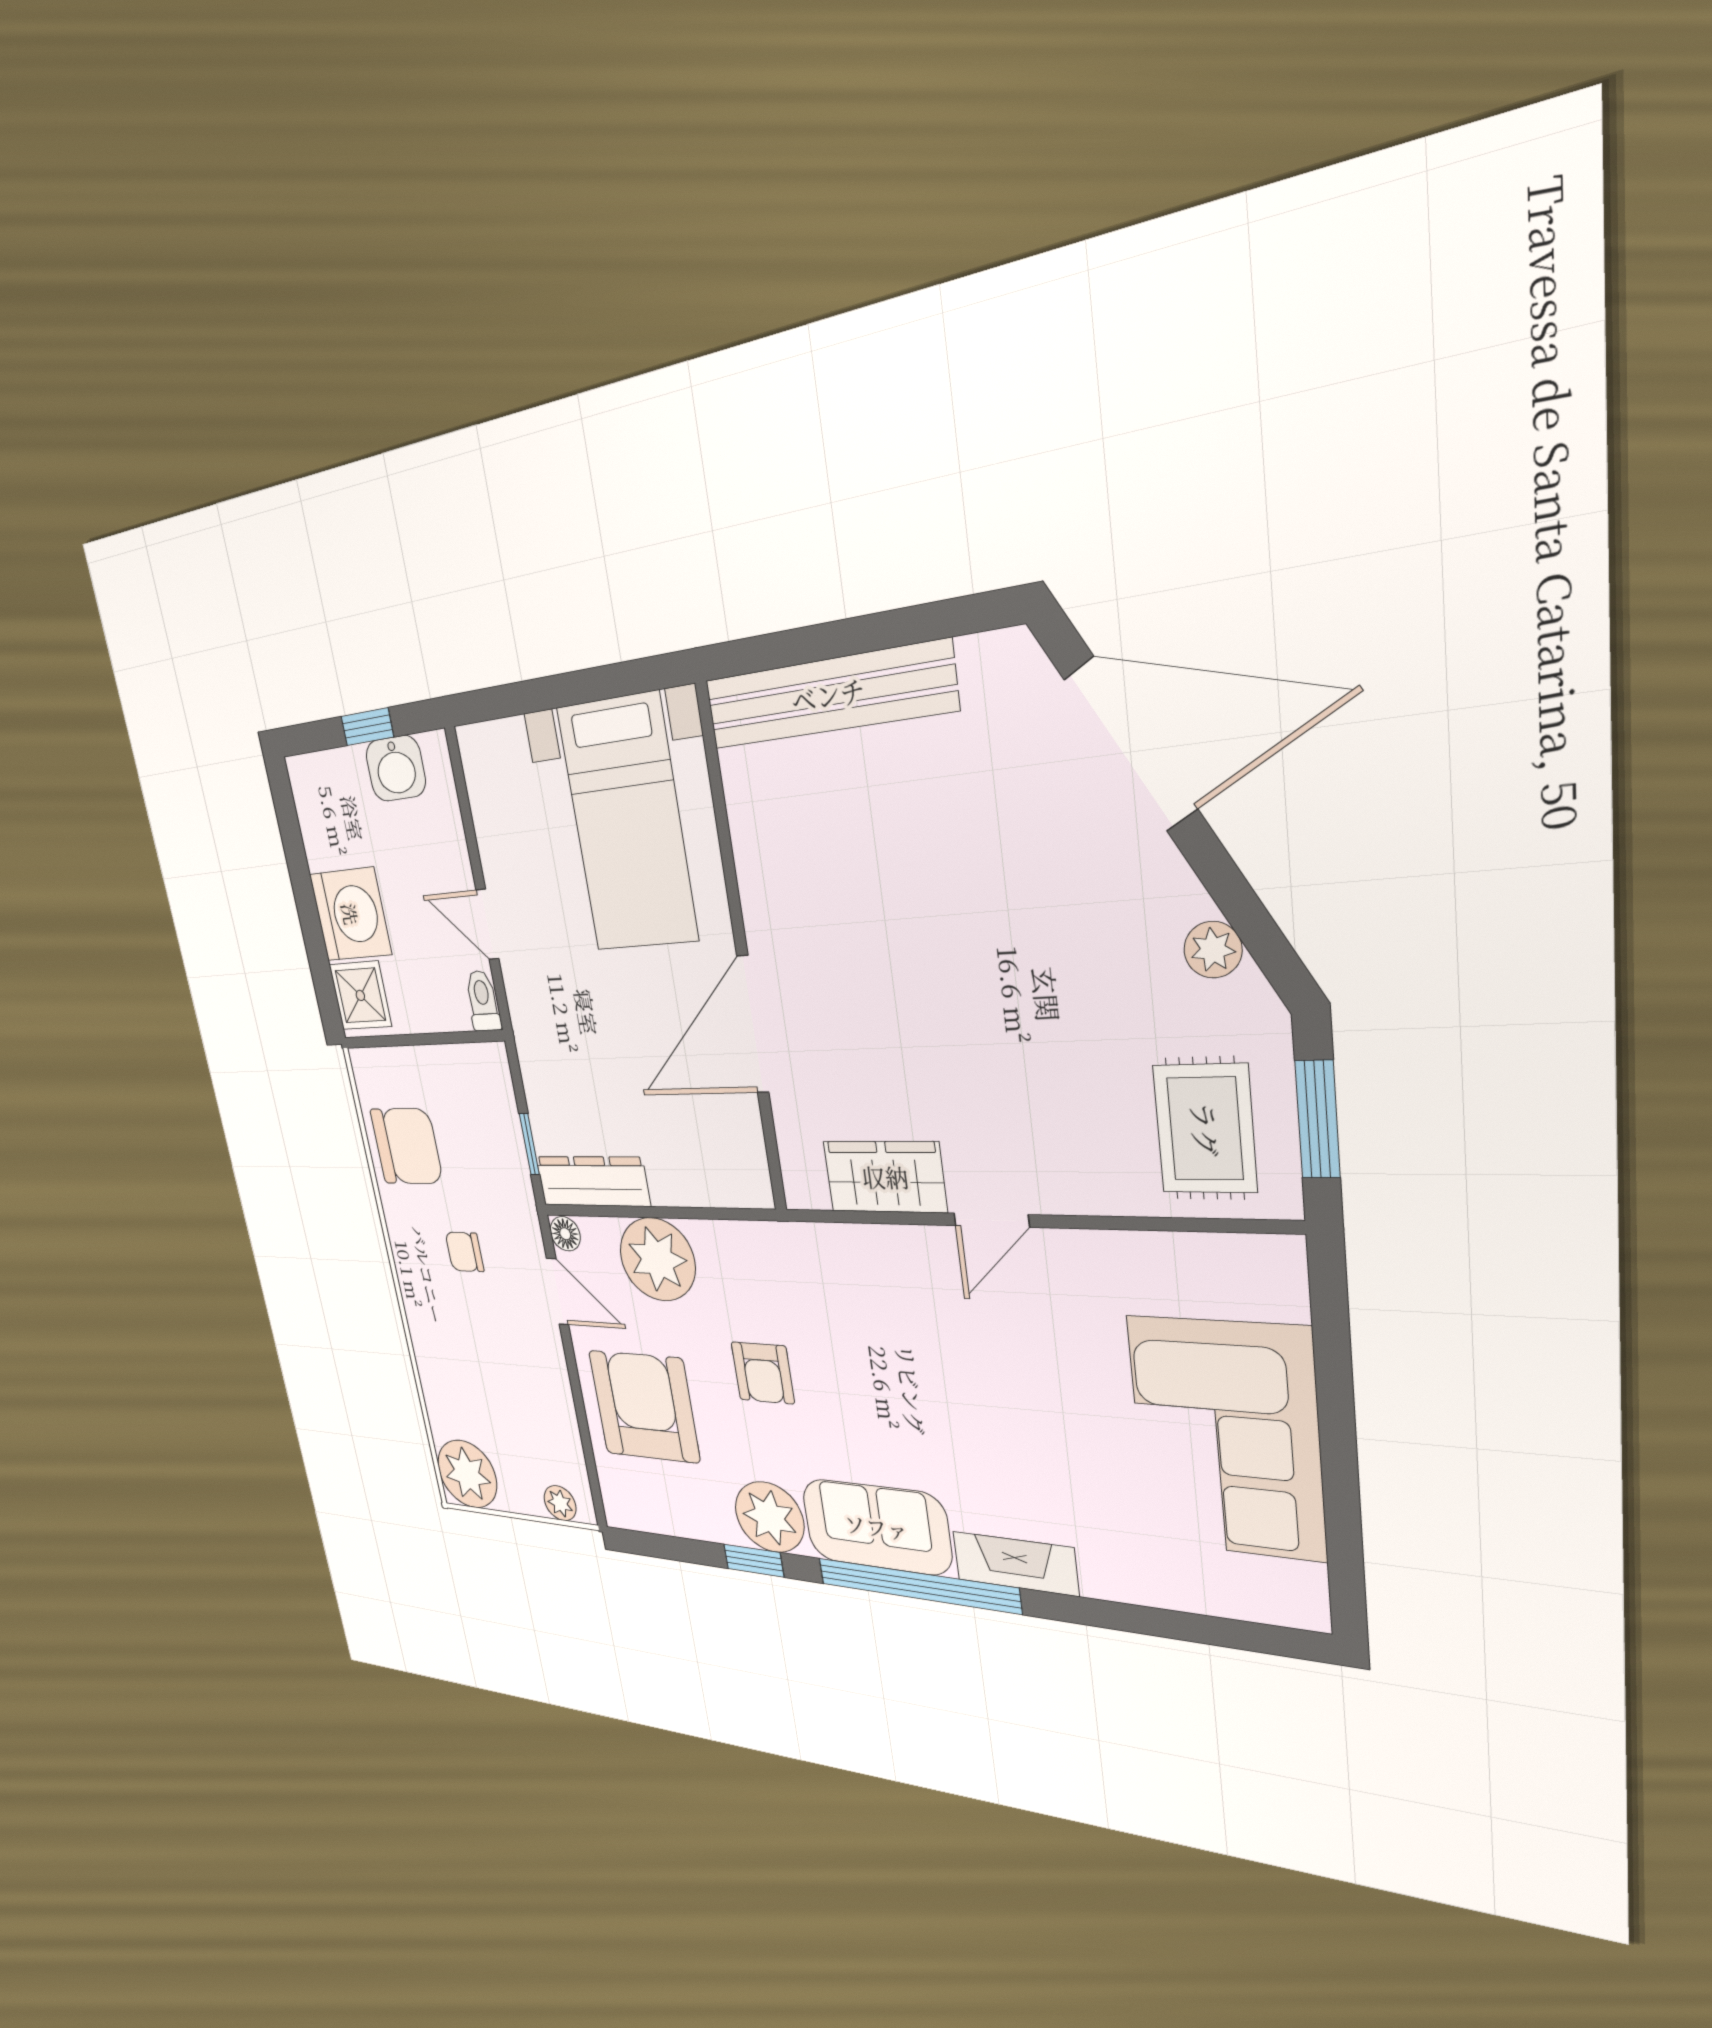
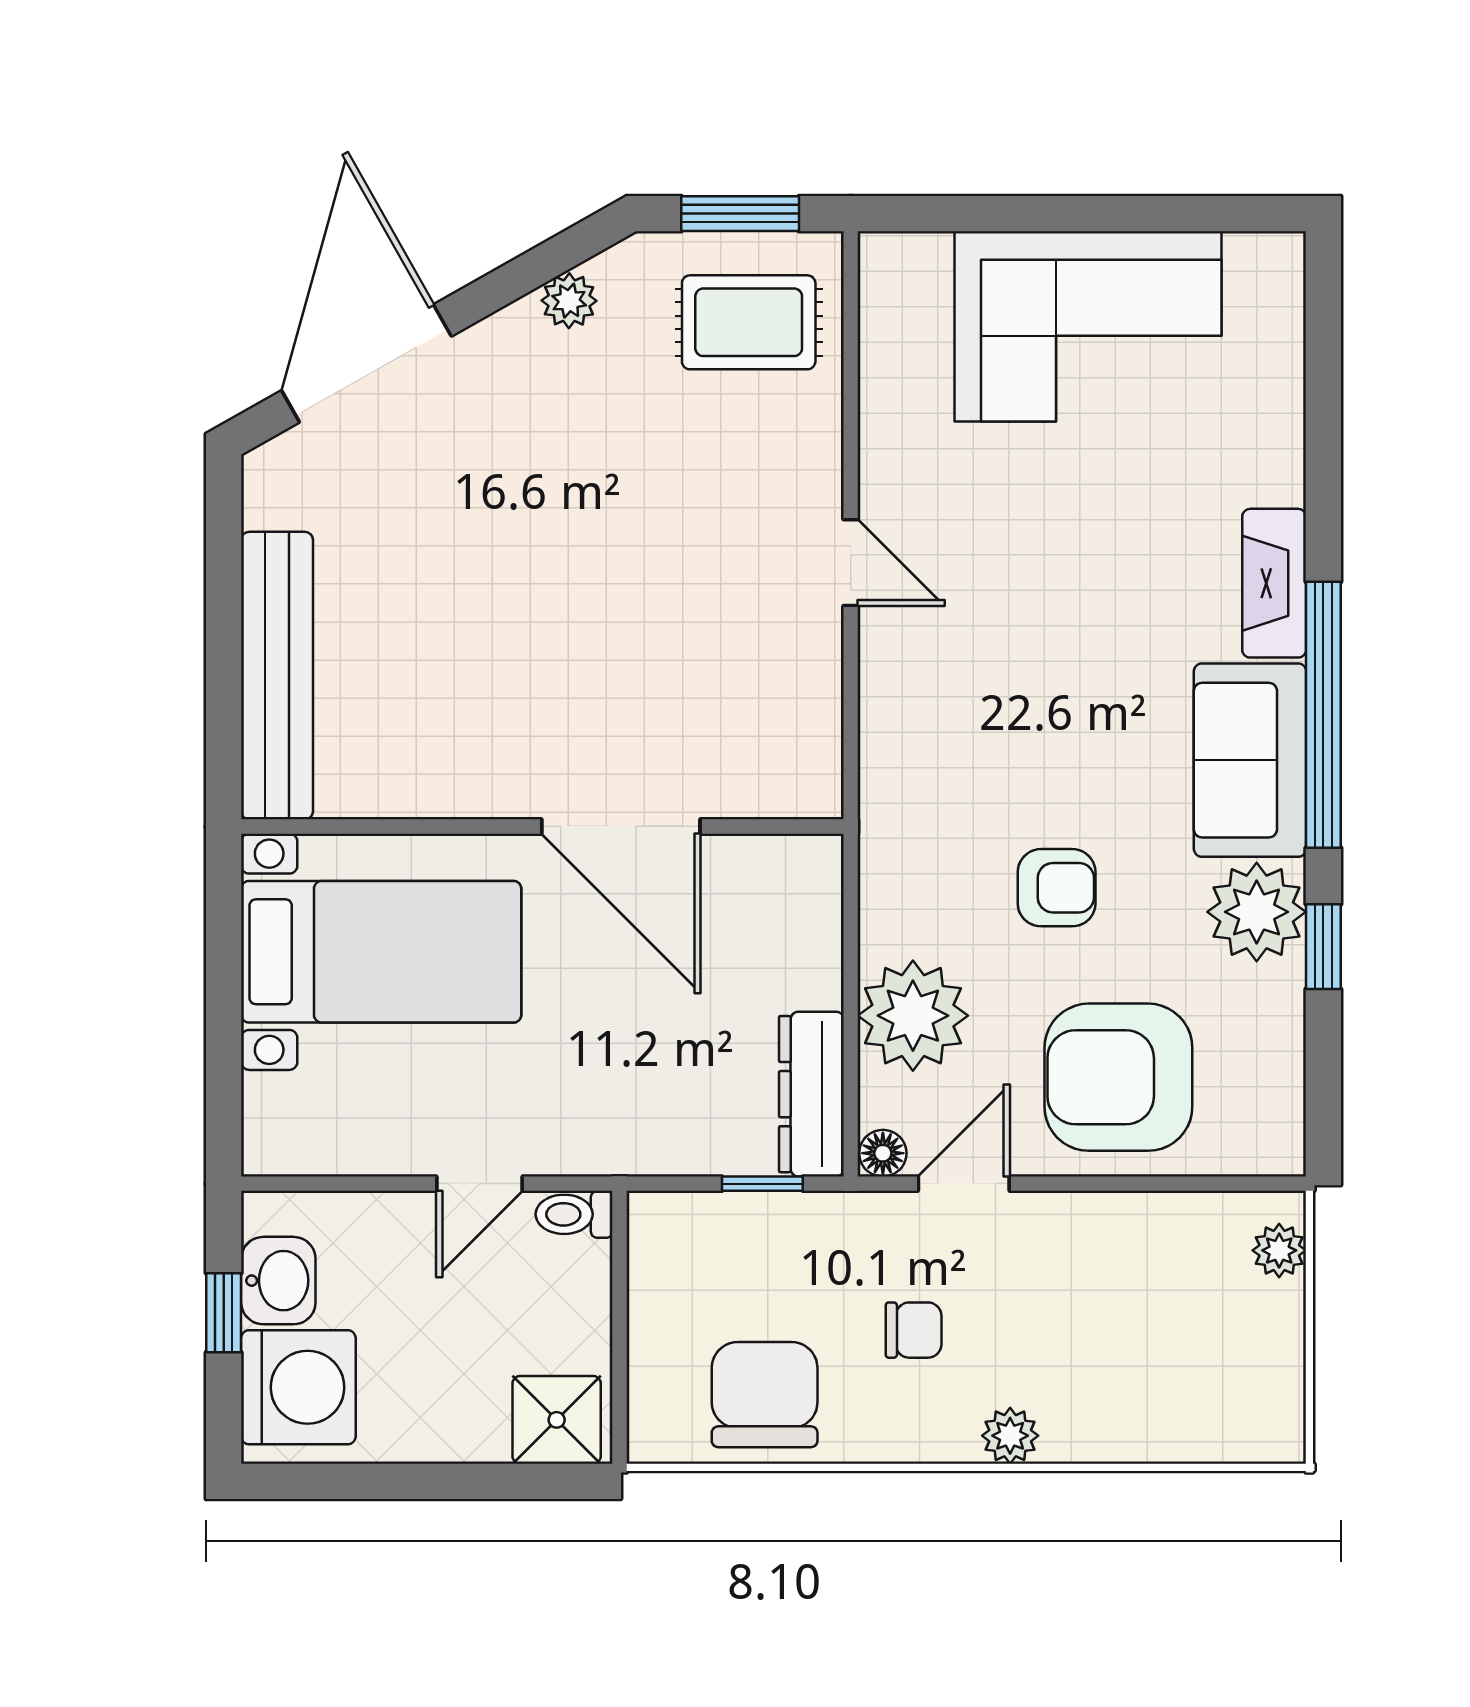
washing machine: (350, 914) -> (298, 1387), moved, turned 90
wardrobe: (885, 1177) -> (802, 685), removed
chair: (465, 1252) -> (914, 1330), turned -90
plant: (467, 1474) -> (1010, 1436), moved, width x0.53, depth x0.53

